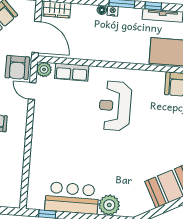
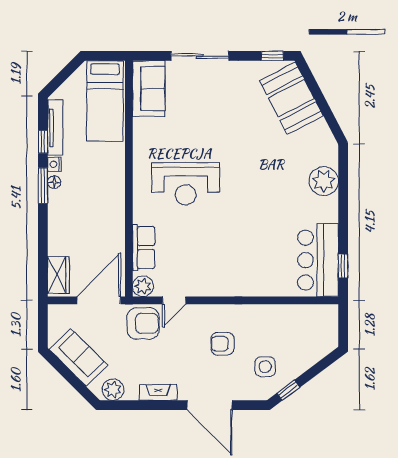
floor lamp: (102, 10) -> (54, 182), moved
nightstand: (113, 11) -> (54, 164), moved
bar counter: (72, 198) -> (318, 260), moved

